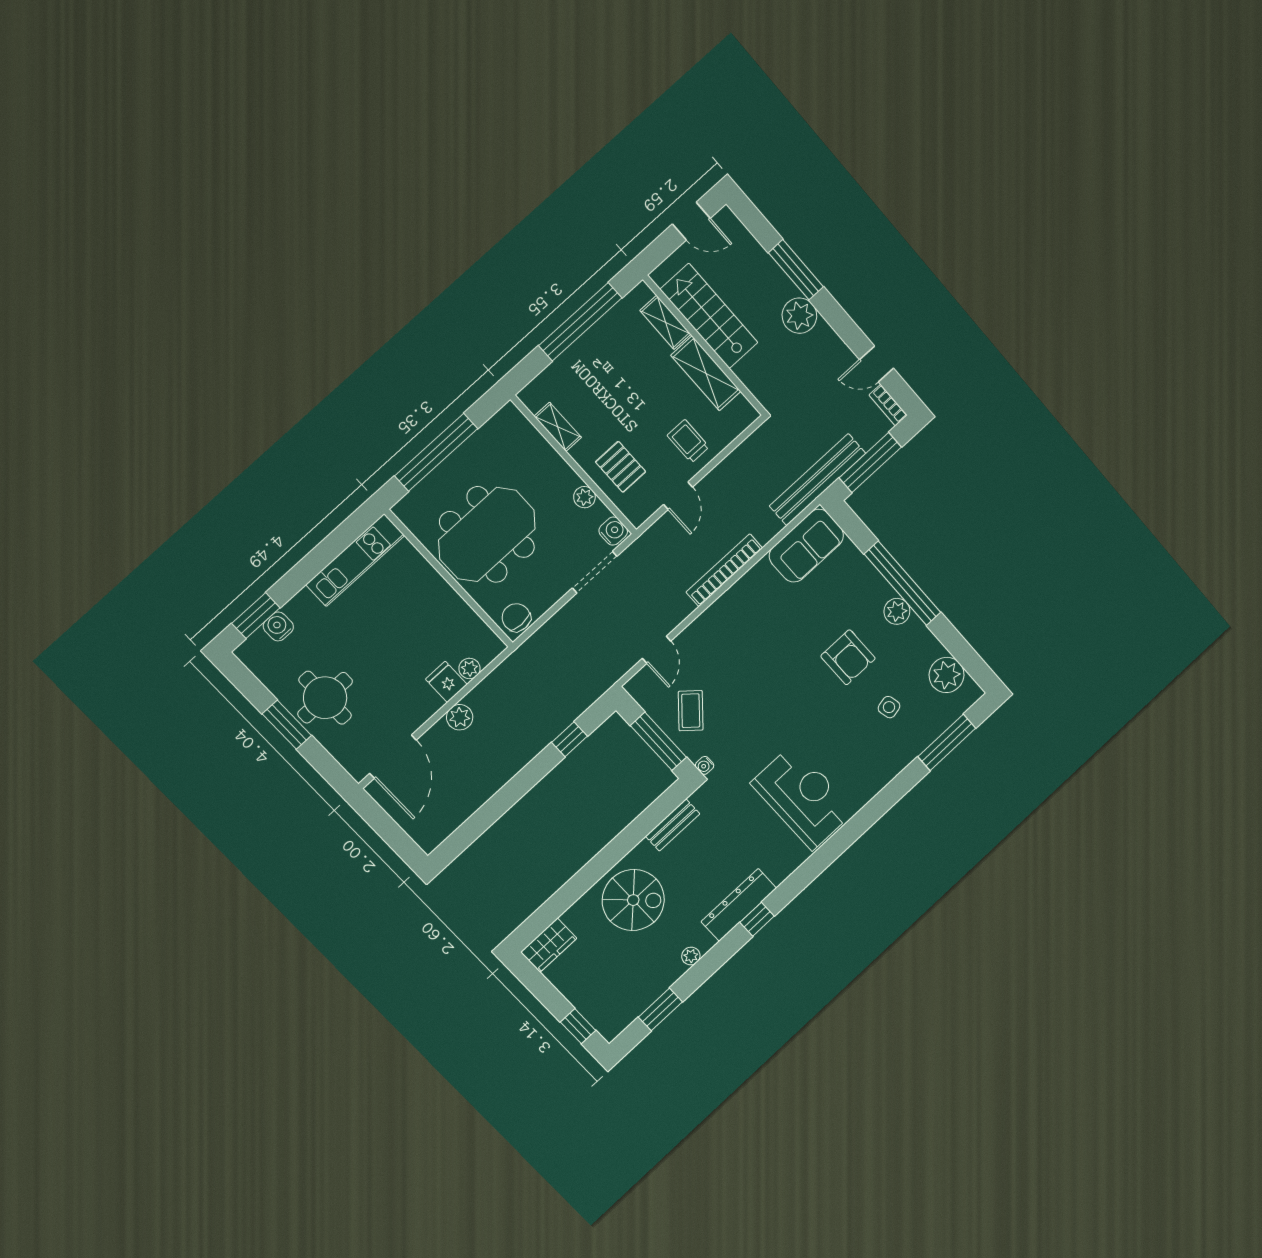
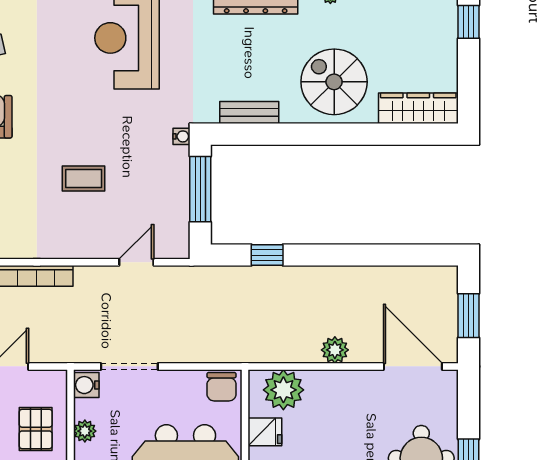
plant: (470, 668) -> (283, 390), width x1.87, depth x1.87
fridge: (446, 682) -> (265, 432), moved, turned -90
coffee table: (691, 711) -> (84, 179), moved, turned 49
door: (393, 757) -> (413, 366), hinge flipped
window: (387, 828) -> (468, 316), added
wardrobe: (549, 945) -> (418, 108), width x1.50

